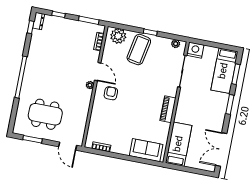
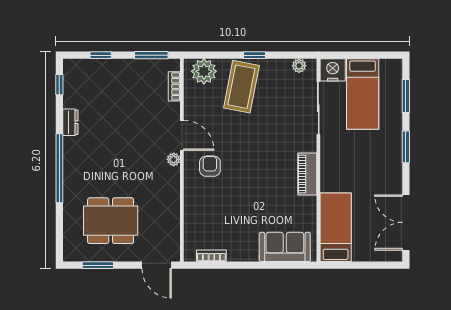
dresser: (39, 21) -> (70, 122), moved
bed: (224, 71) -> (363, 94), moved

